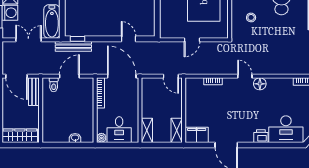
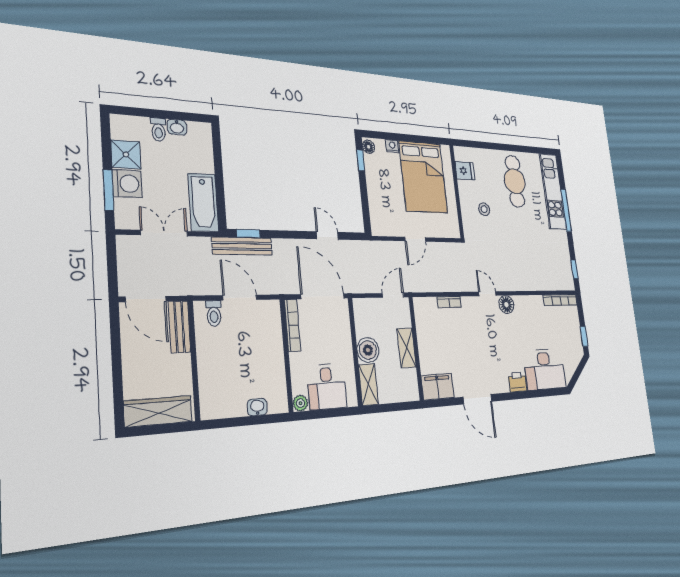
door: (69, 76) -> (240, 298), hinge flipped
door: (171, 76) -> (393, 295), swing flipped
boiler: (149, 110) -> (368, 350), added
shelving: (177, 130) -> (407, 348), moved

